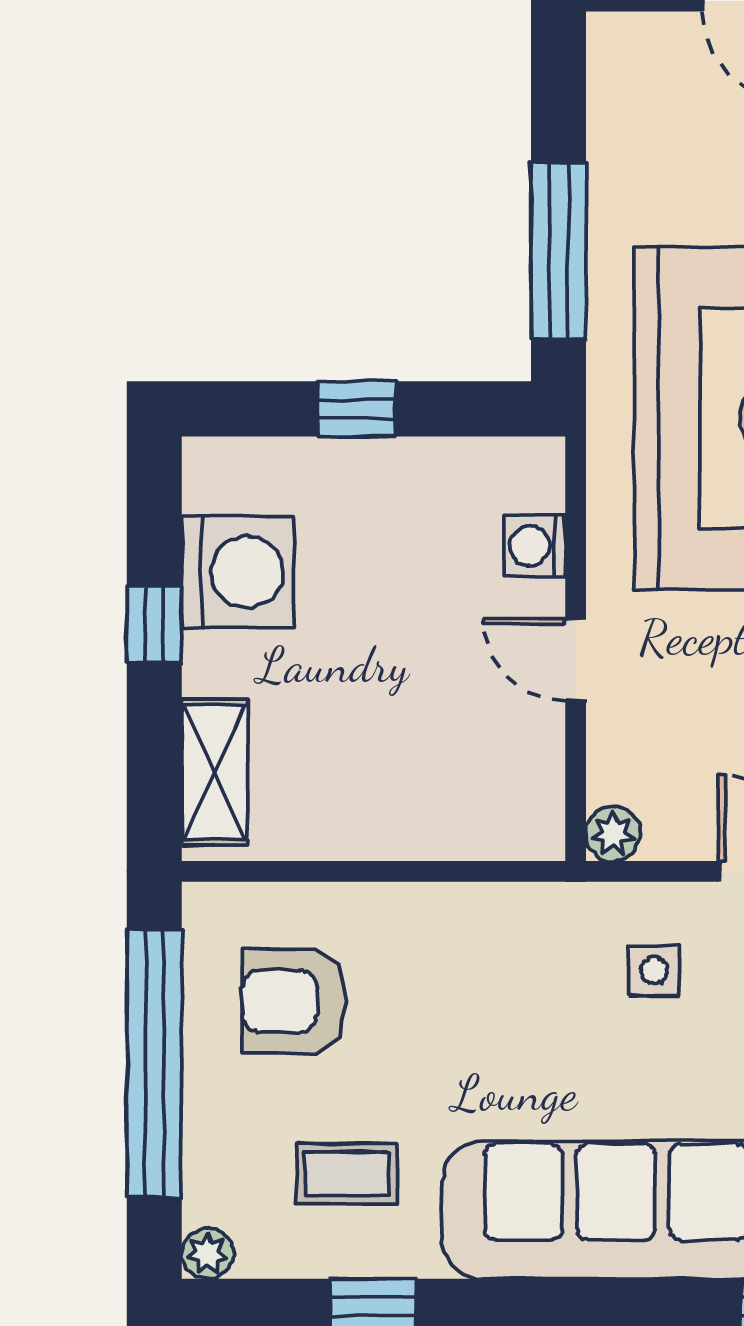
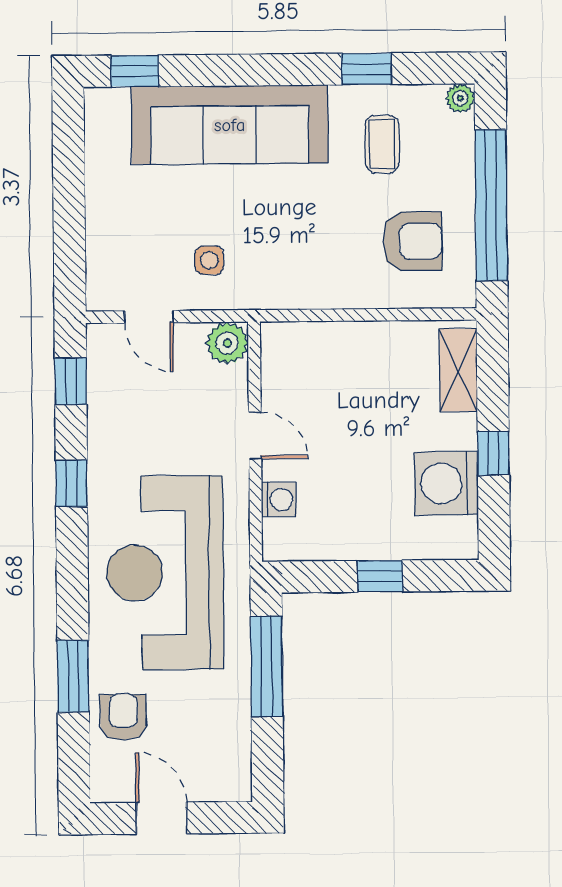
plant: (613, 834) -> (227, 343), width x1.38, depth x1.38
coffee table: (347, 1173) -> (382, 144), turned 90

